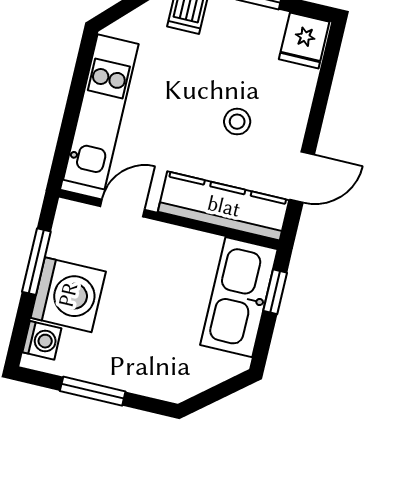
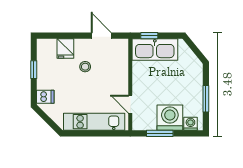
fridge: (304, 40) -> (65, 48), moved, turned 90
kitchen counter: (224, 206) -> (120, 64), removed

